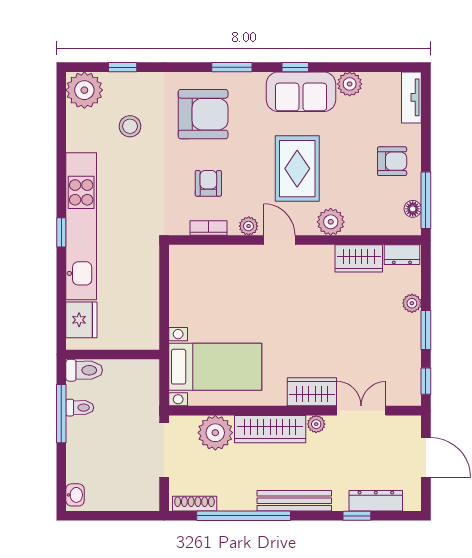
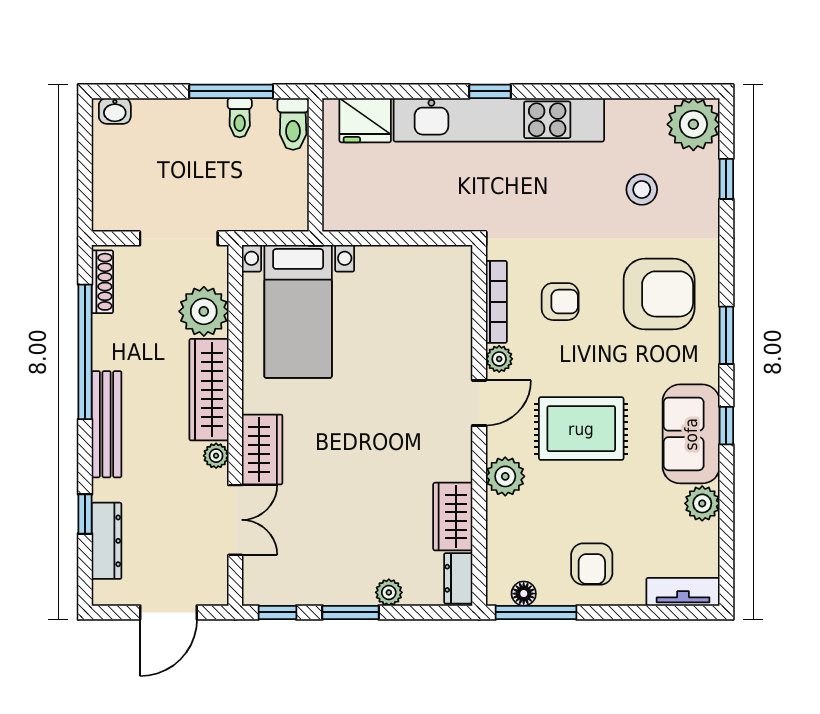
armchair: (203, 114) -> (659, 294), turned -90
bookcase: (209, 228) -> (496, 302), width x1.56

